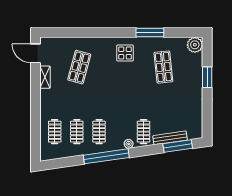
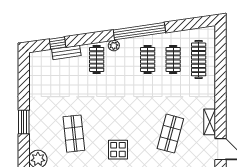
clothes rail: (55, 132) -> (199, 59), width x1.36
bench: (170, 138) -> (66, 52), width x0.73
window: (178, 146) -> (58, 43), width x0.46

